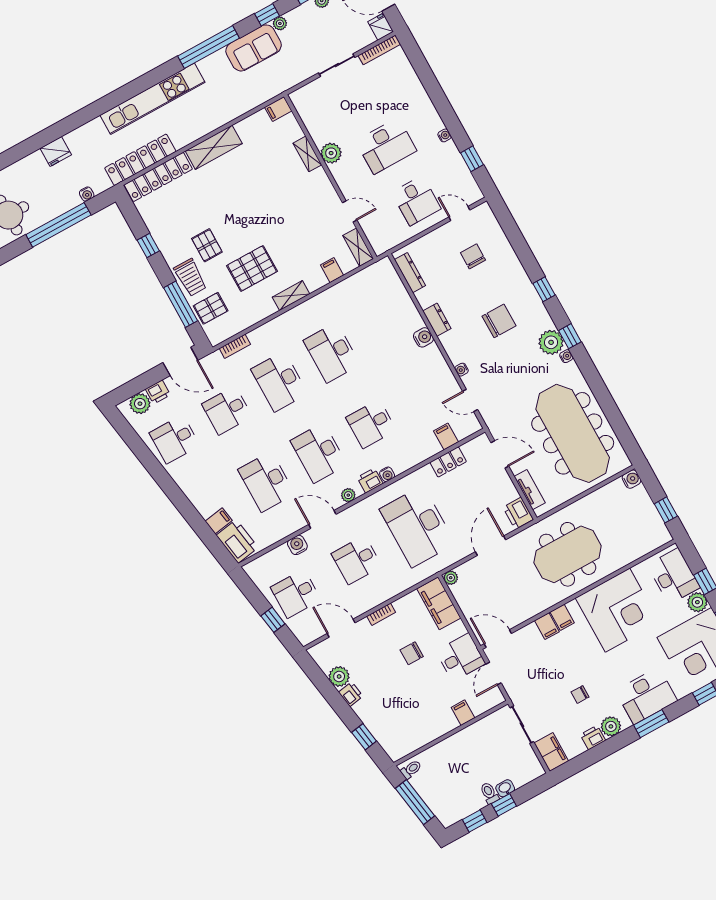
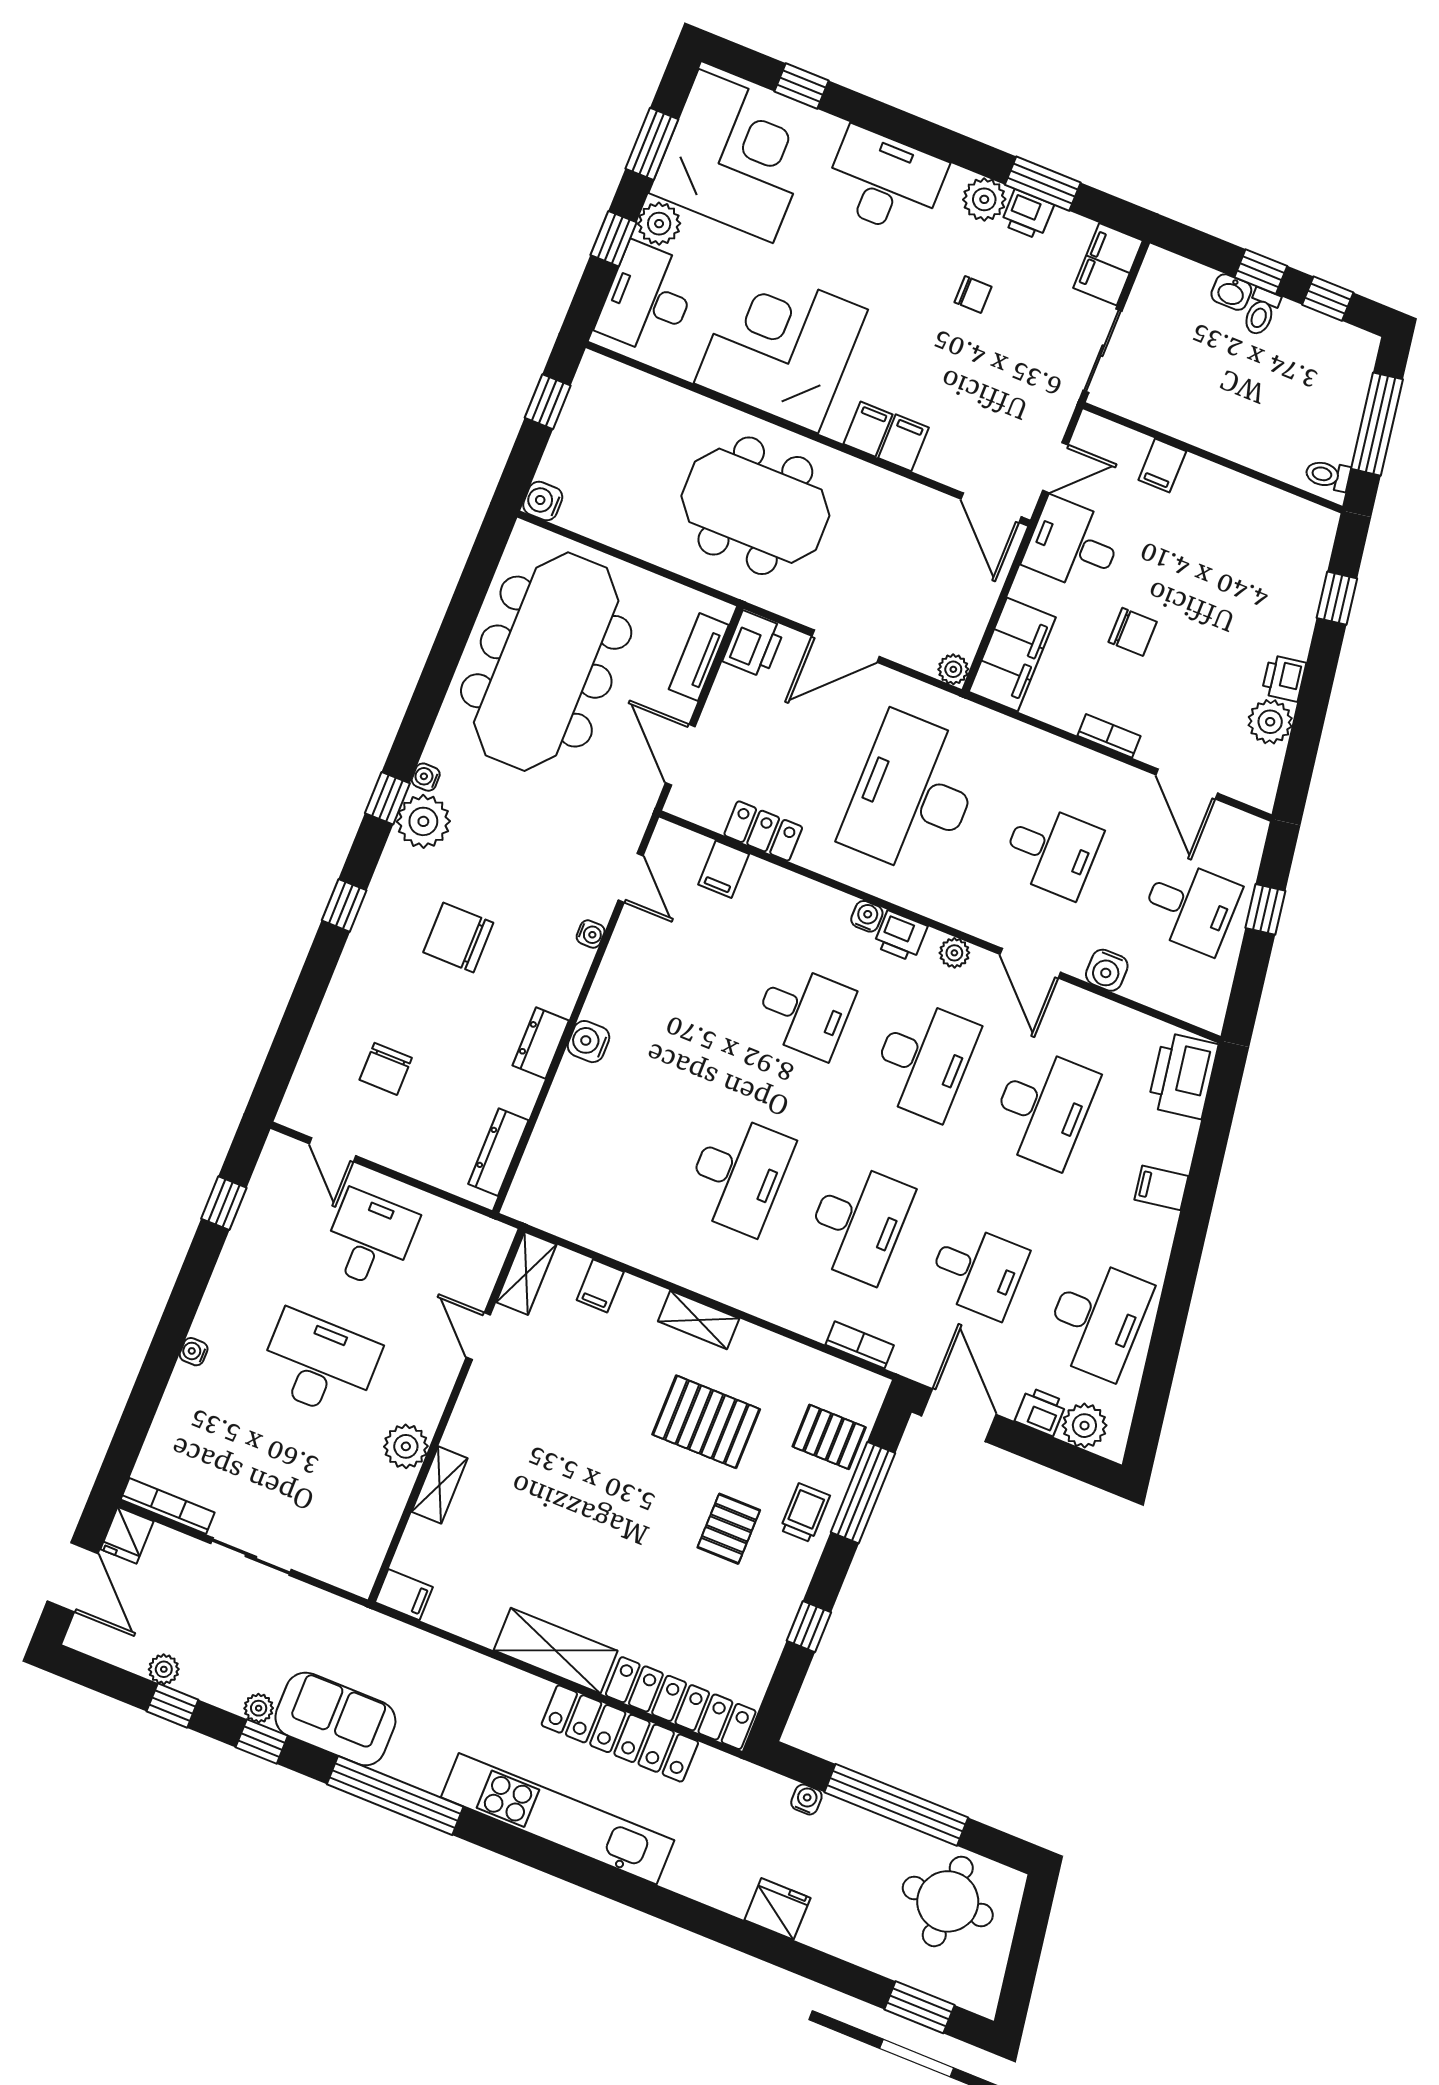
water cooler: (444, 135) -> (194, 1352), moved
locker: (140, 160) -> (620, 1733), moved
trolley: (190, 277) -> (805, 1513), width x0.73, depth x0.72
desk: (175, 439) -> (1097, 1319), width x1.37
filing cabinet: (219, 521) -> (1161, 1188), moved
desk: (417, 526) -> (913, 795), turned 180
window: (651, 724) -> (1043, 184), moved

